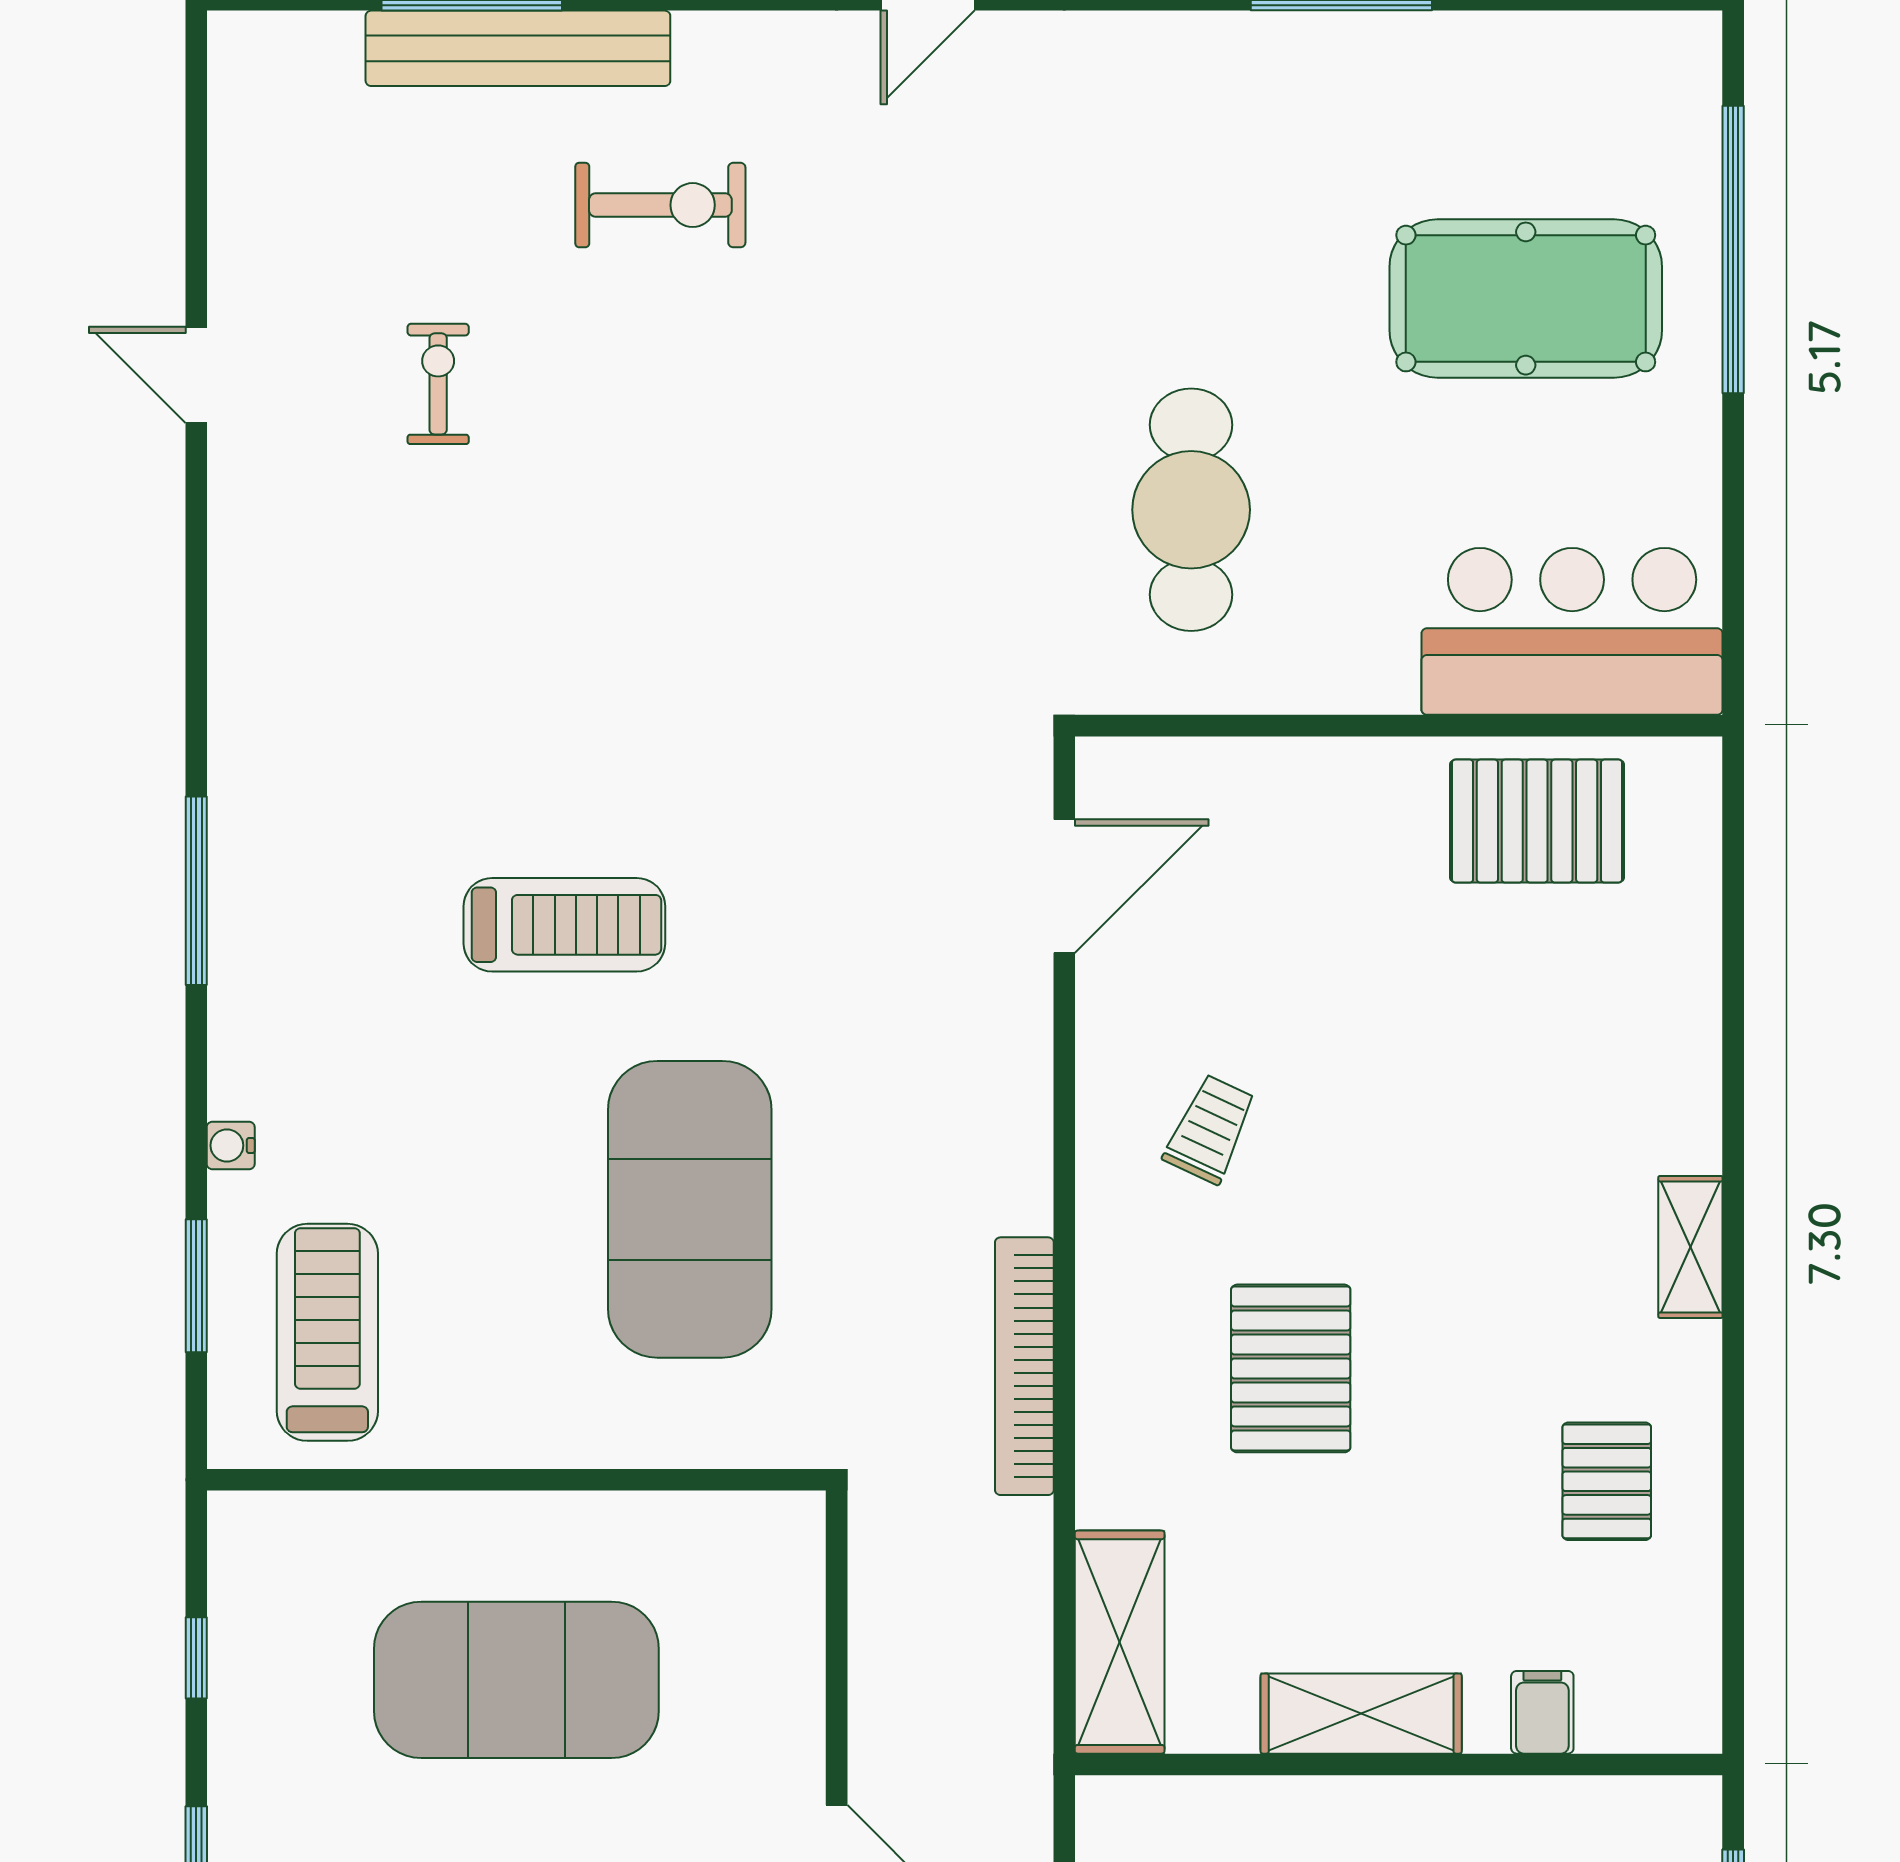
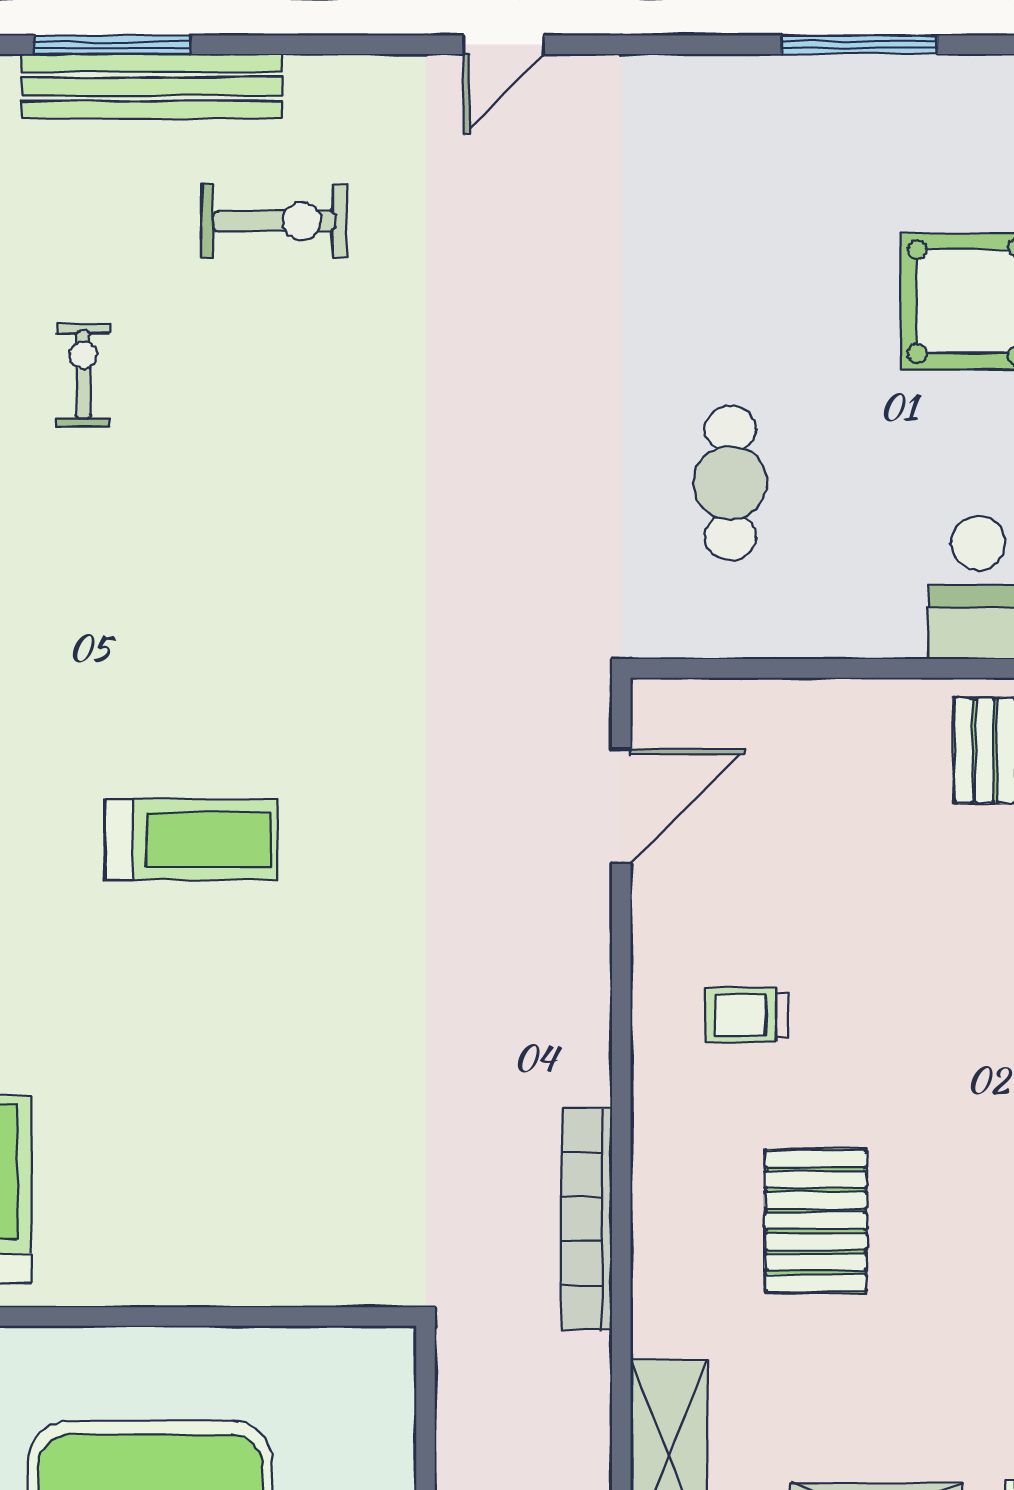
cafe table: (1191, 510) -> (730, 483), width x0.73, depth x0.74
trolley: (1210, 1129) -> (746, 1015), turned -115
exercise mat: (690, 1209) -> (299, 1084), removed

